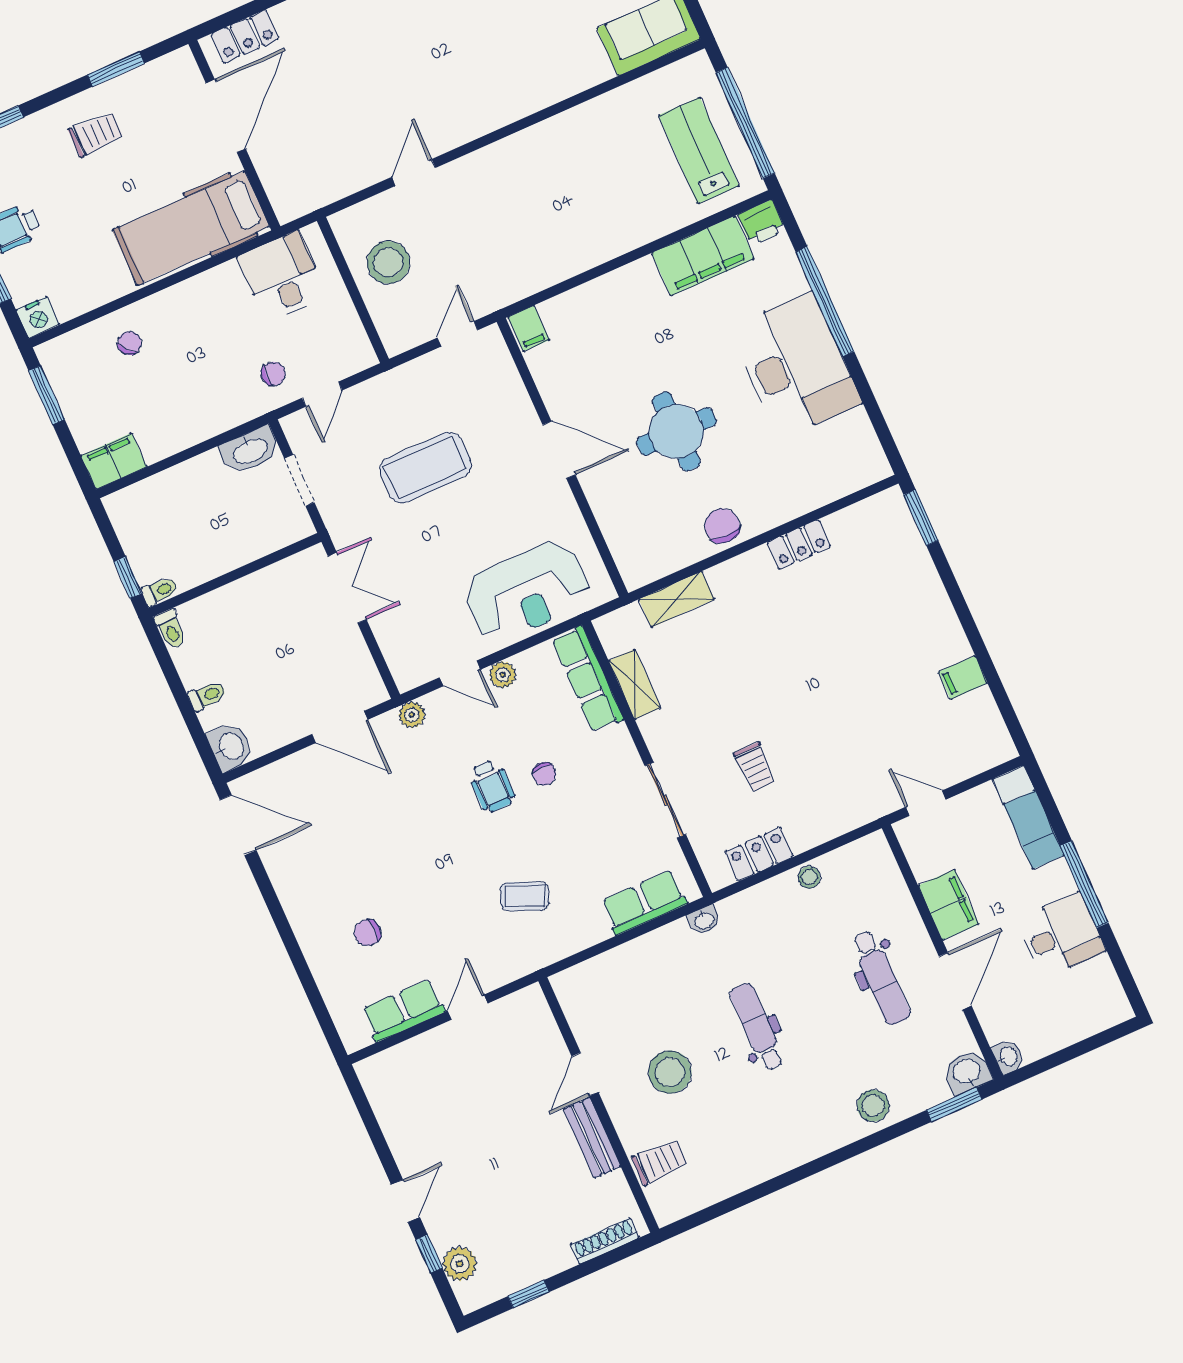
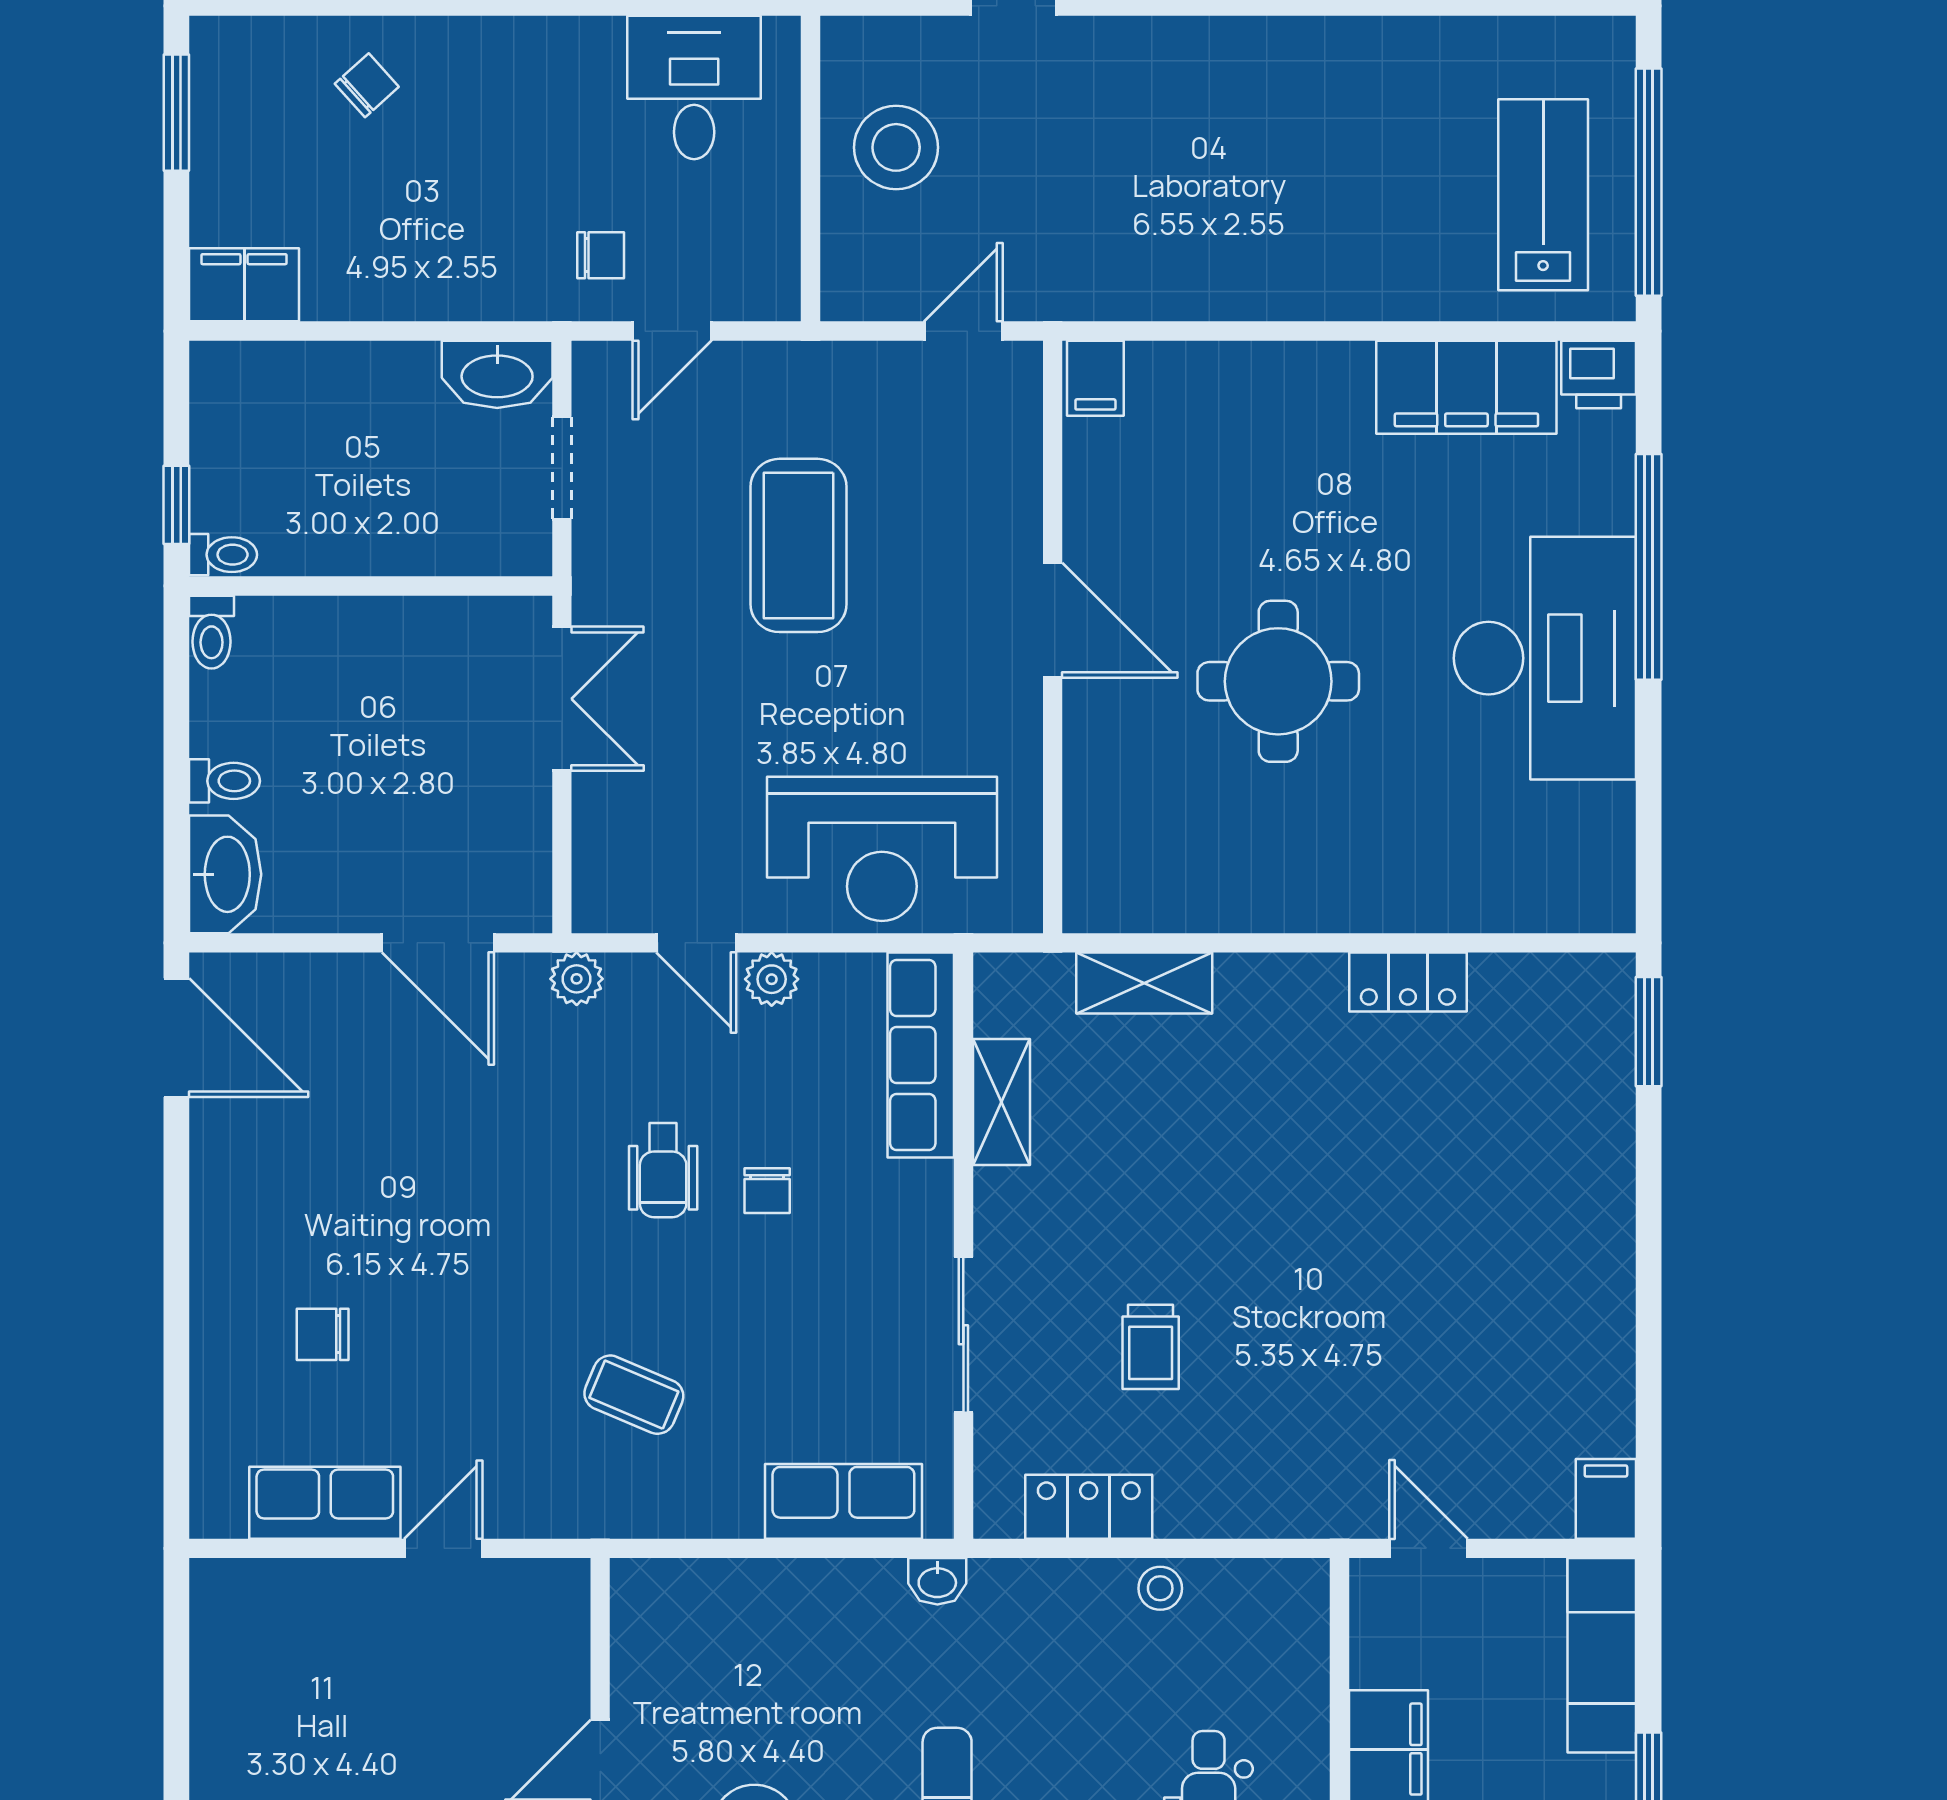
coffee table: (425, 468) -> (798, 545), turned 90
chair: (722, 526) -> (1285, 887), removed
filing cabinet: (963, 678) -> (1606, 1499), moved, turned 90
washbasin: (230, 747) -> (225, 874), width x1.38

